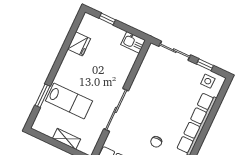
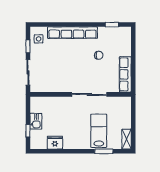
kitchen sink: (133, 42) -> (36, 121), moved
shelving: (67, 139) -> (126, 139), moved

